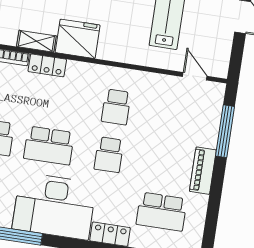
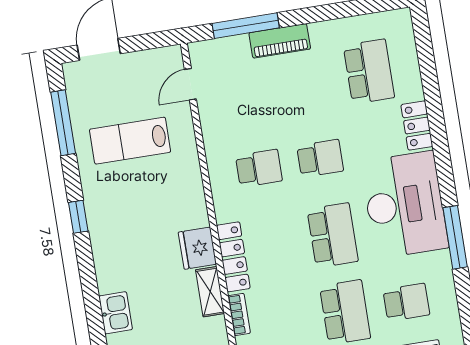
fridge: (78, 39) -> (197, 248), width x0.73, depth x0.75
locker: (47, 65) -> (233, 257), width x1.53
piano: (203, 171) -> (280, 41), moved

